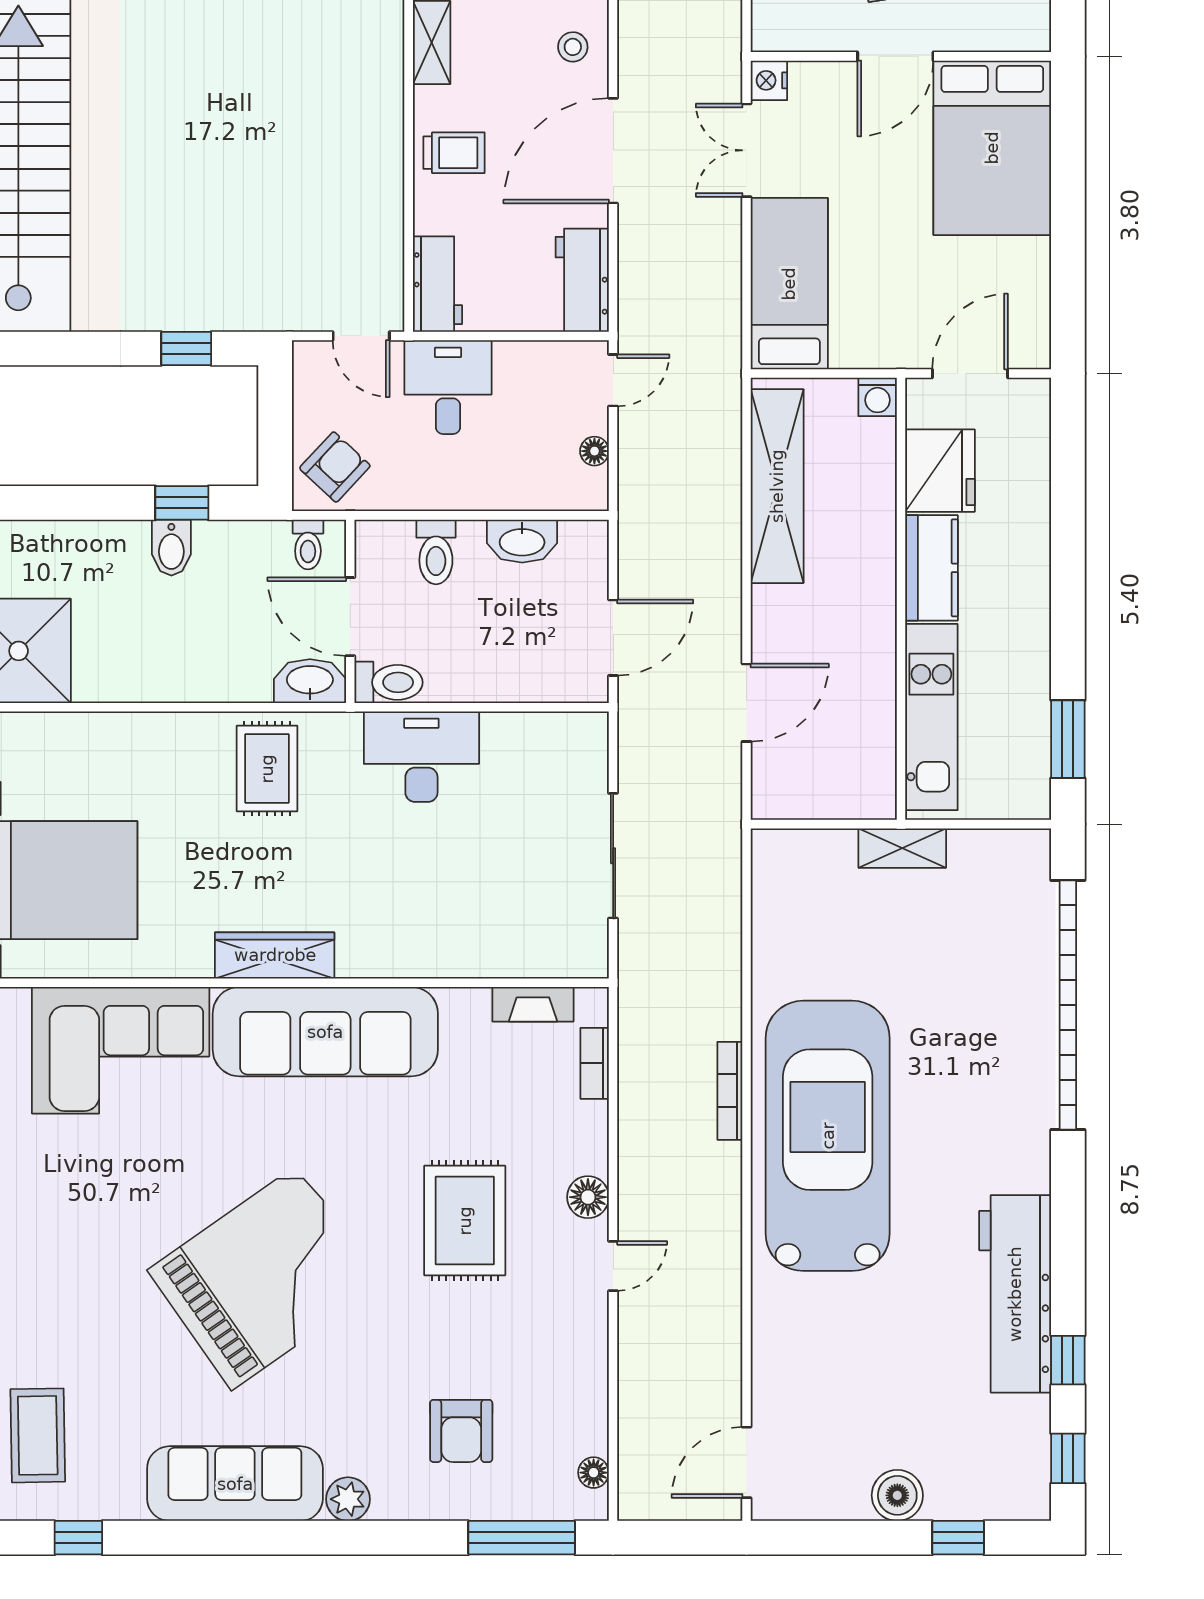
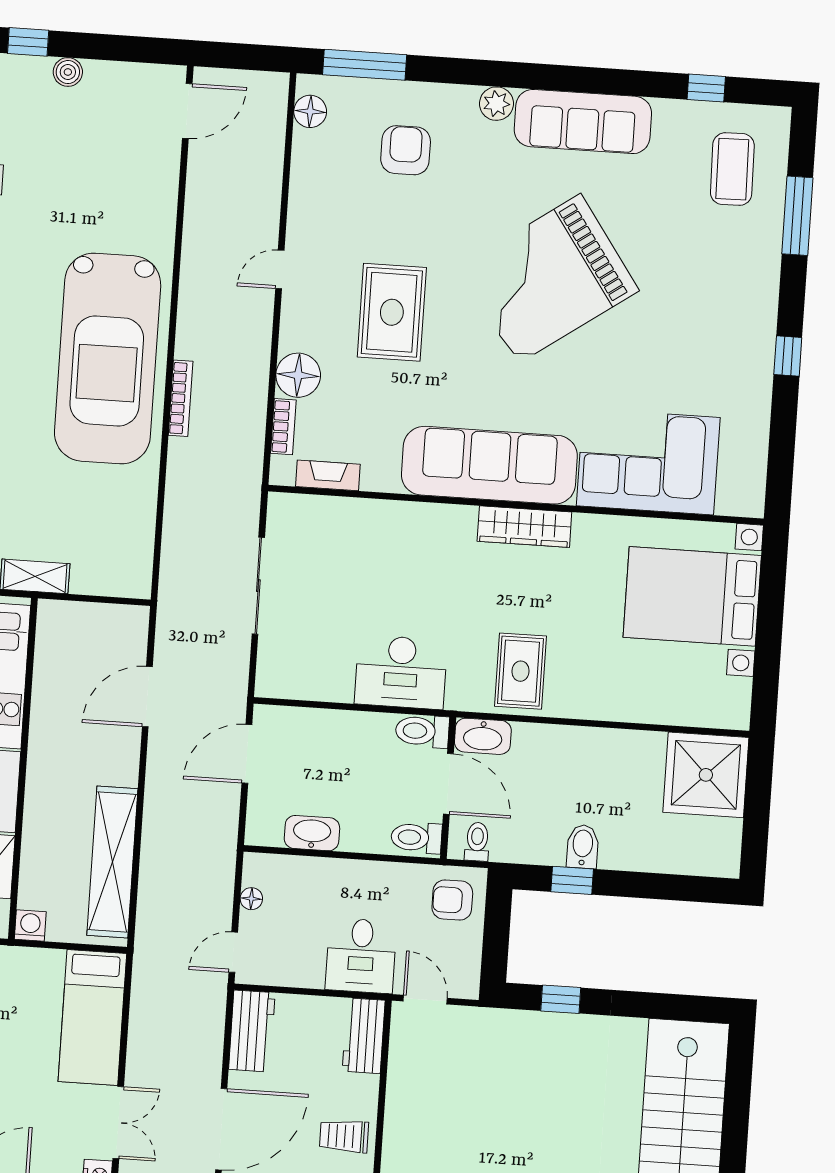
armchair: (335, 467) -> (452, 900), turned 47
toilet: (436, 552) -> (416, 838), moved, turned -90
floor lamp: (588, 1197) -> (298, 375), moved, width x1.38, depth x1.38
floor lamp: (594, 1473) -> (310, 111), width x1.37, depth x1.37
boiler: (897, 1495) -> (68, 72), width x0.73, depth x0.73

